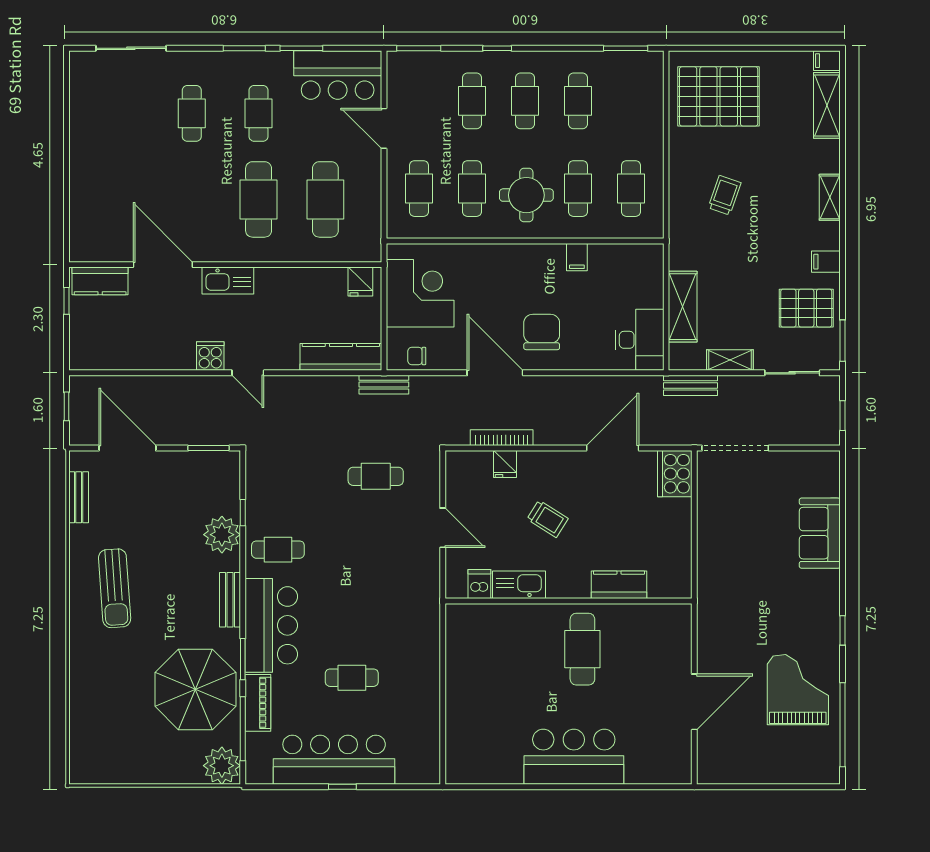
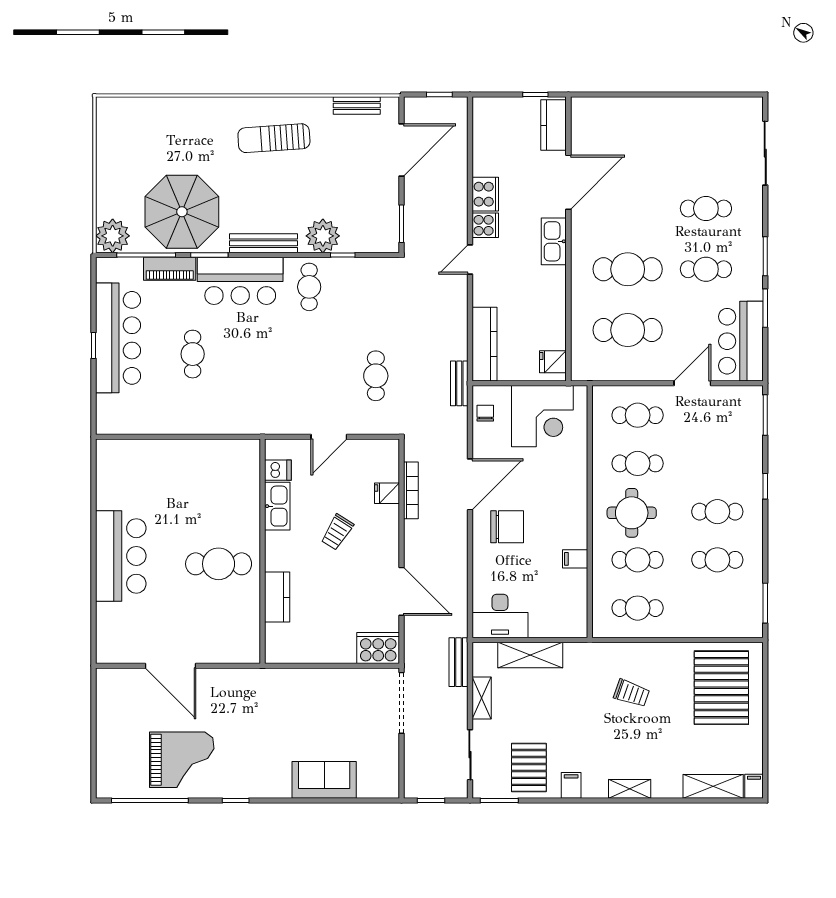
cafe table: (472, 101) -> (717, 463), removed
cooker: (176, 356) -> (485, 194), added
bench: (230, 600) -> (264, 243), width x1.36

